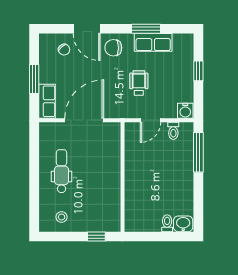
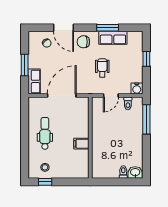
filing cabinet: (111, 185) -> (81, 144), added
window: (96, 237) -> (45, 182), moved

